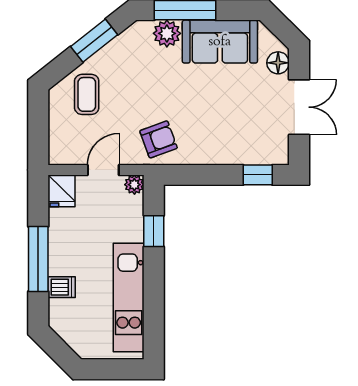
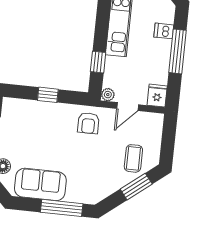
plant: (167, 33) -> (75, 194), removed
window: (94, 41) -> (136, 187), moved
armchair: (159, 139) -> (88, 123), turned -70
window: (258, 175) -> (48, 95), moved

